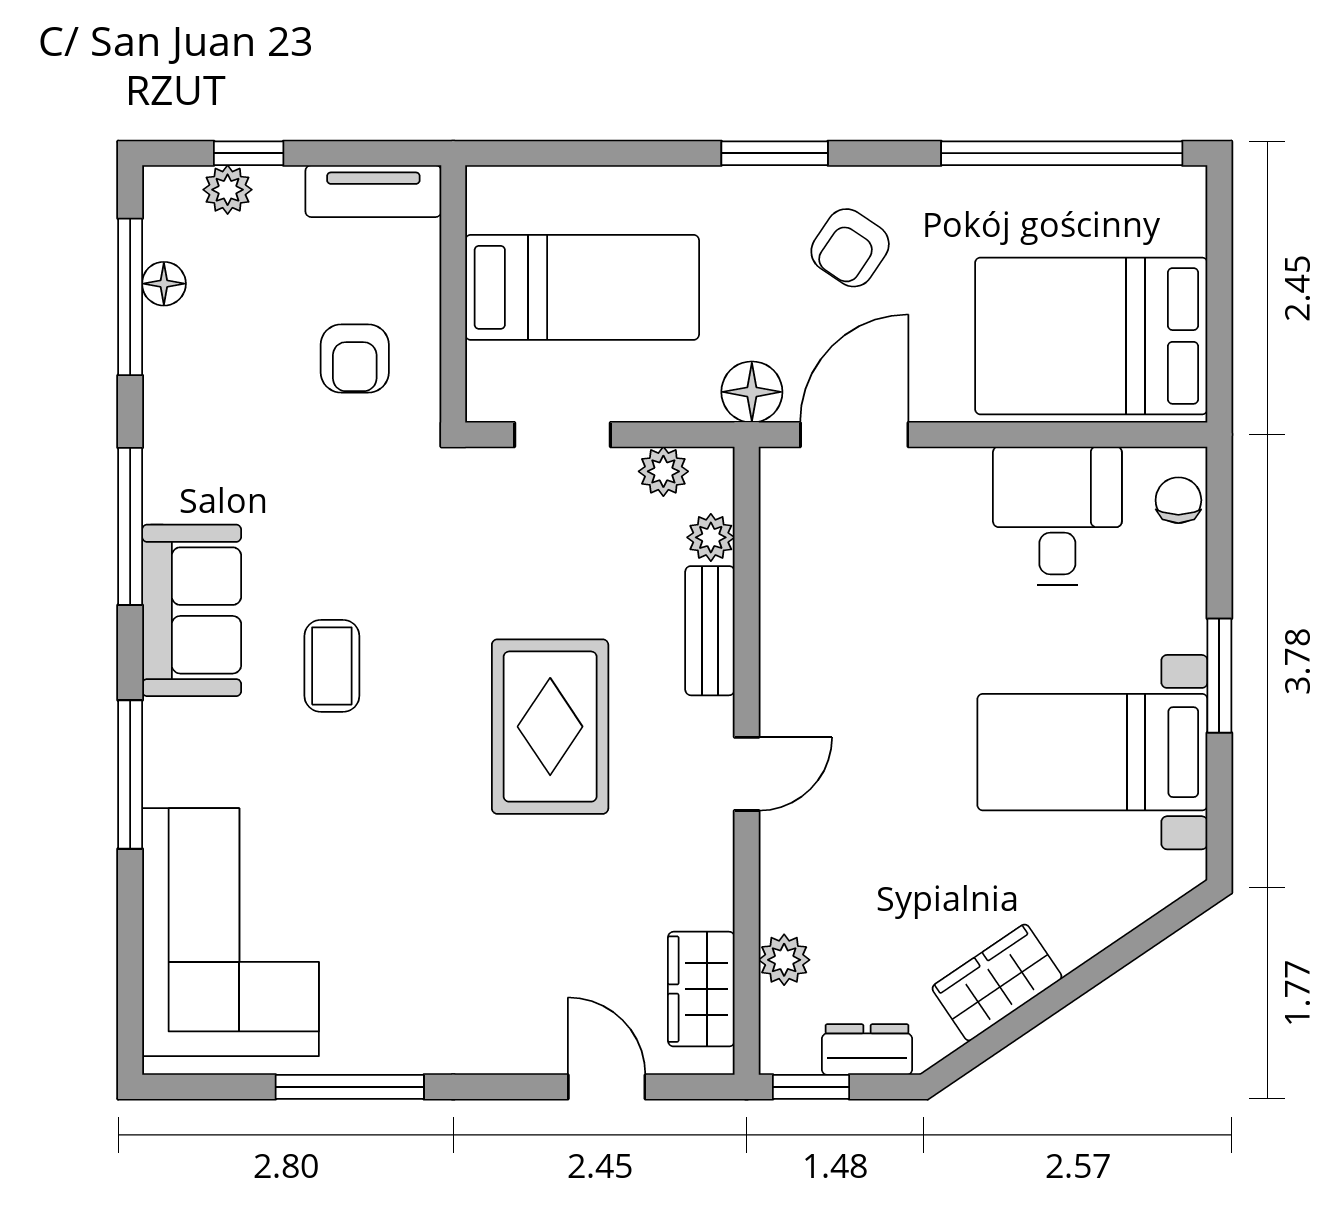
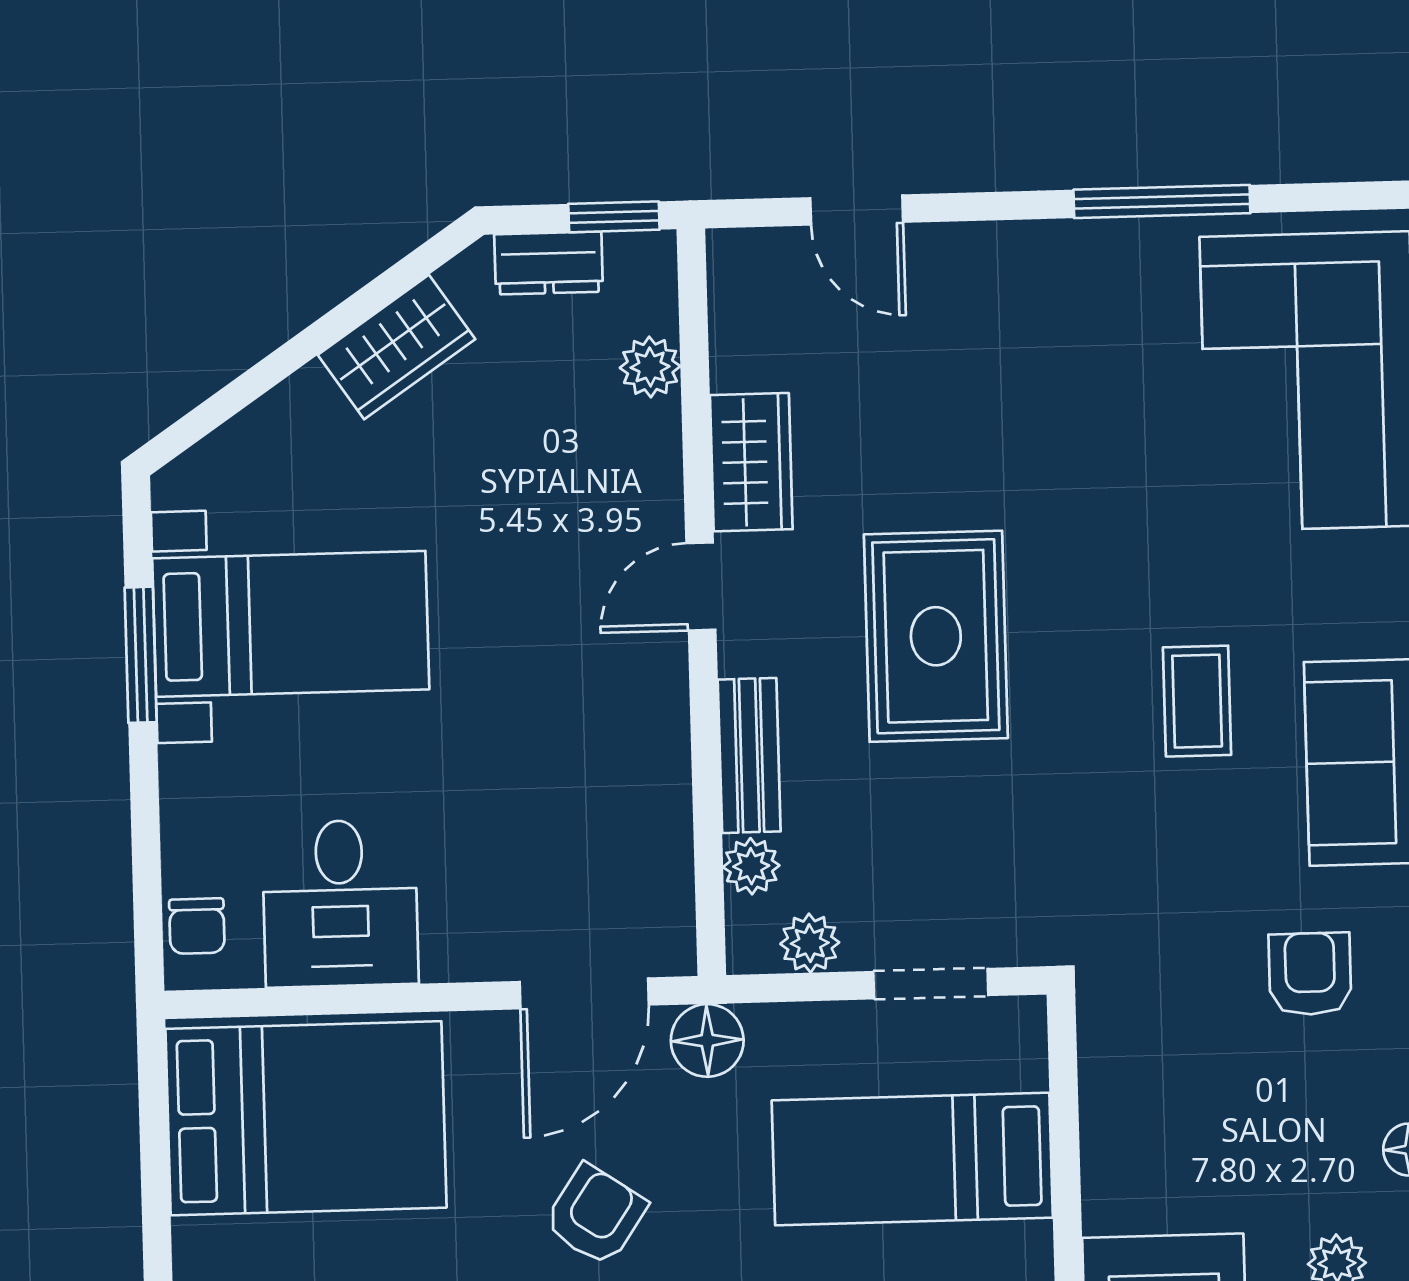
armchair: (355, 358) -> (1310, 974), moved
window: (1219, 676) -> (141, 655), moved
wardrobe: (701, 989) -> (751, 462), moved

